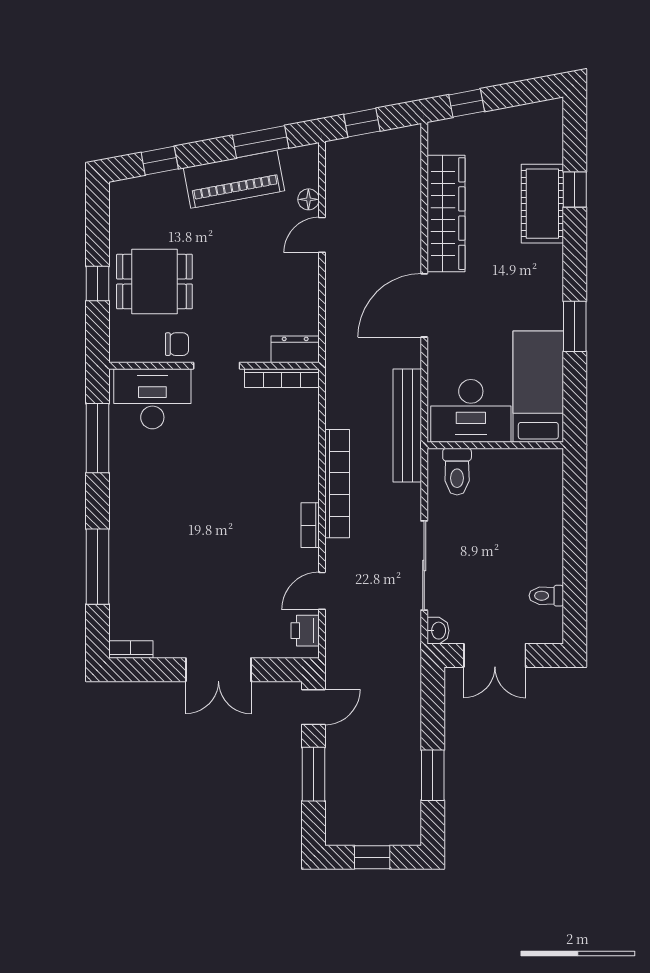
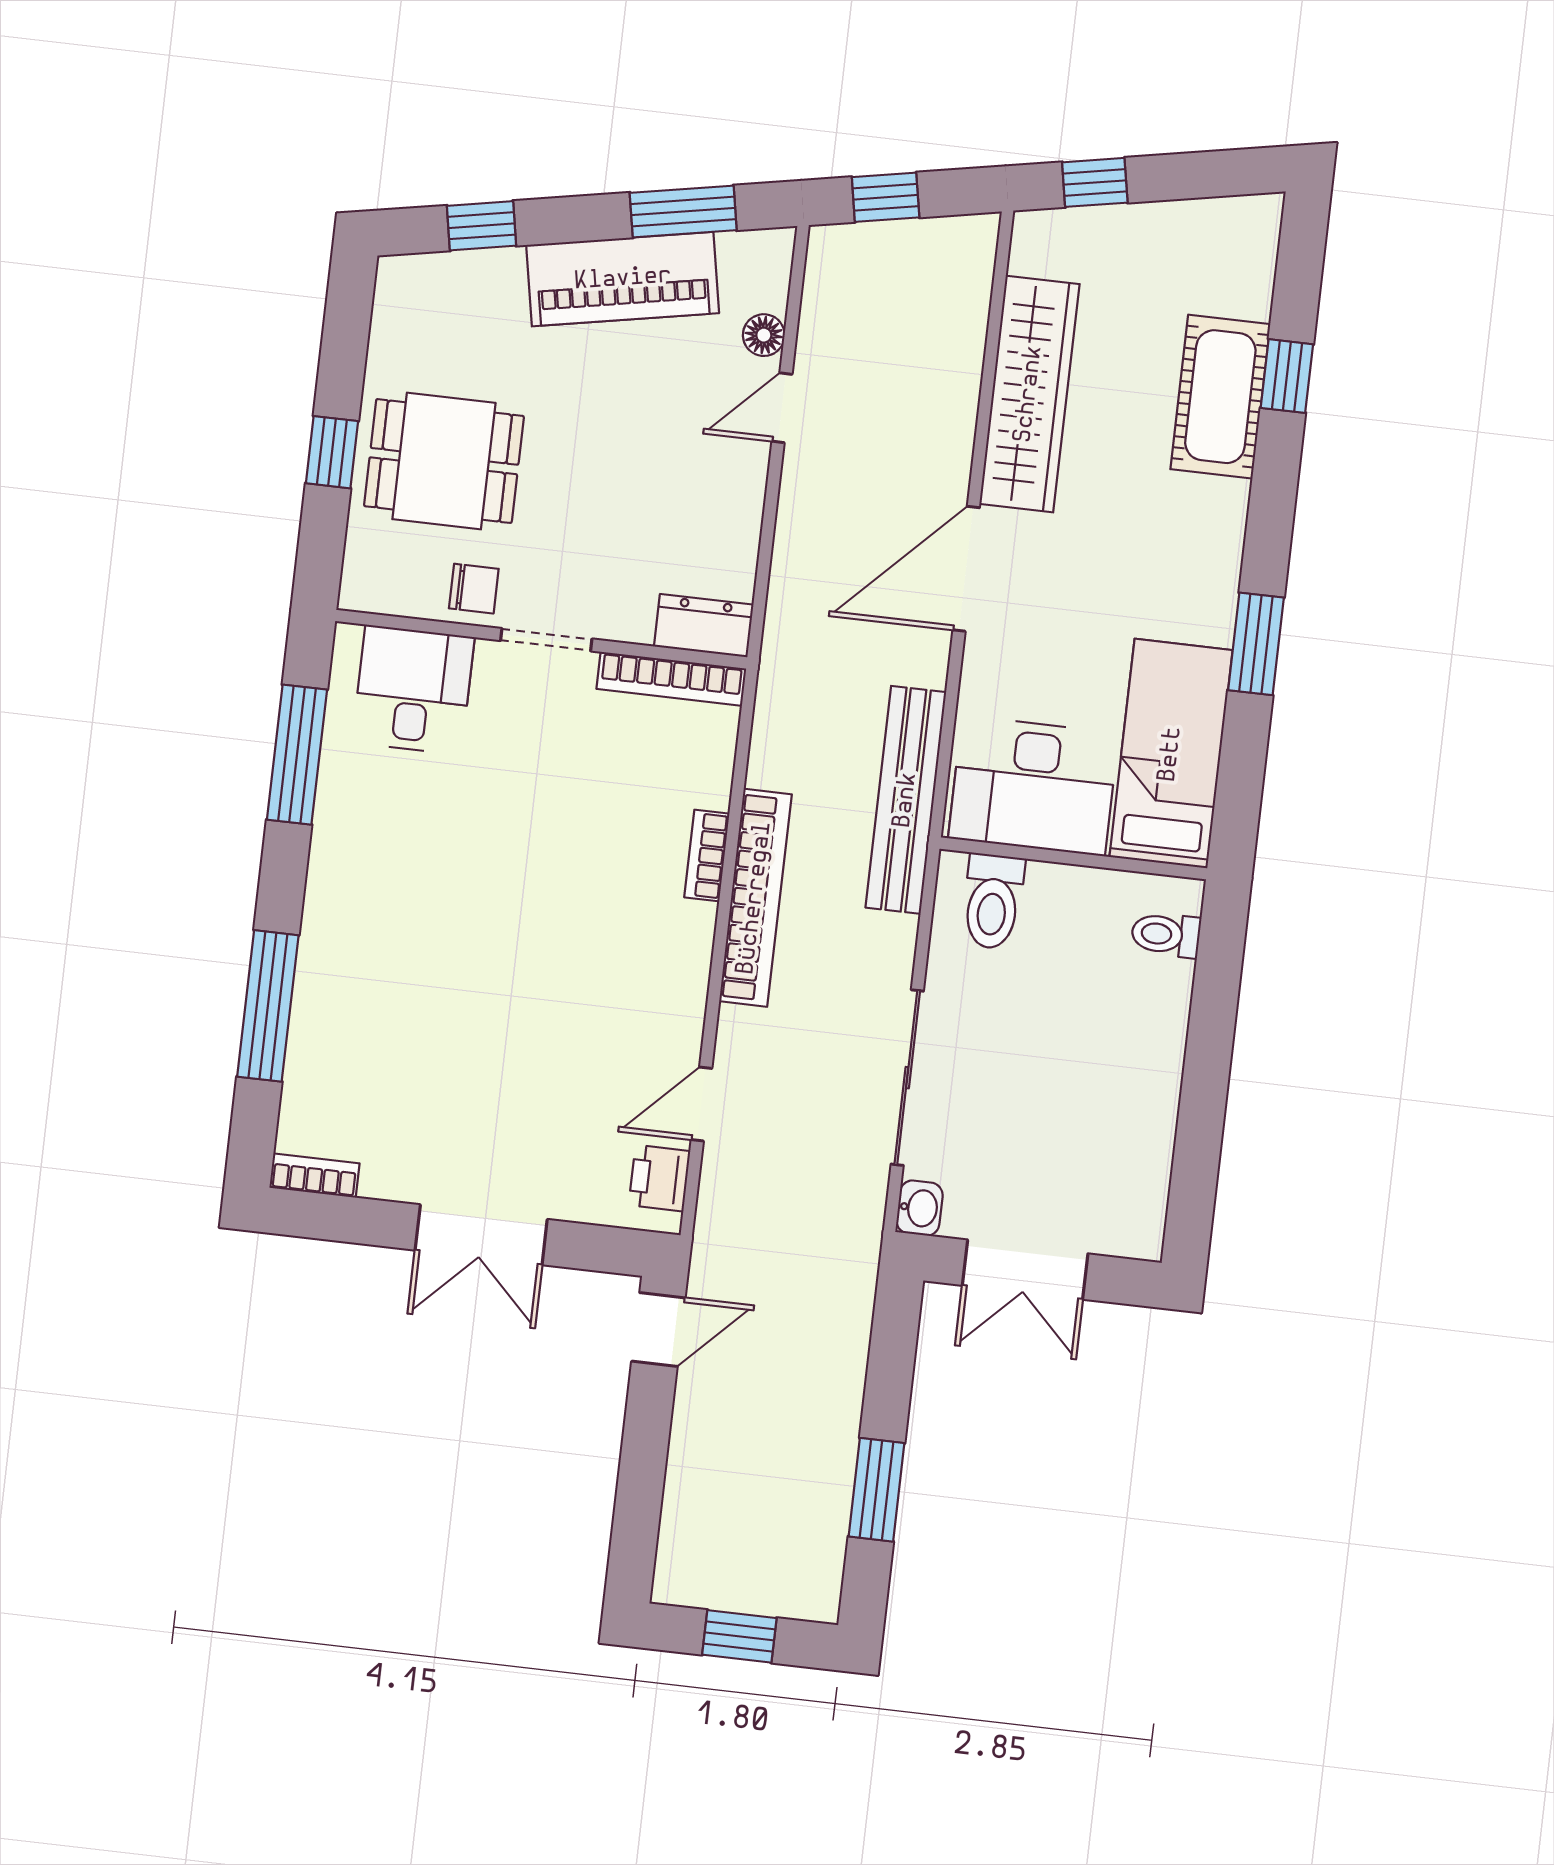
desk: (152, 399) -> (413, 690), width x0.73
bookcase: (310, 525) -> (707, 856), moved
toilet: (546, 596) -> (1166, 935), moved
window: (313, 774) -> (643, 1461), removed

